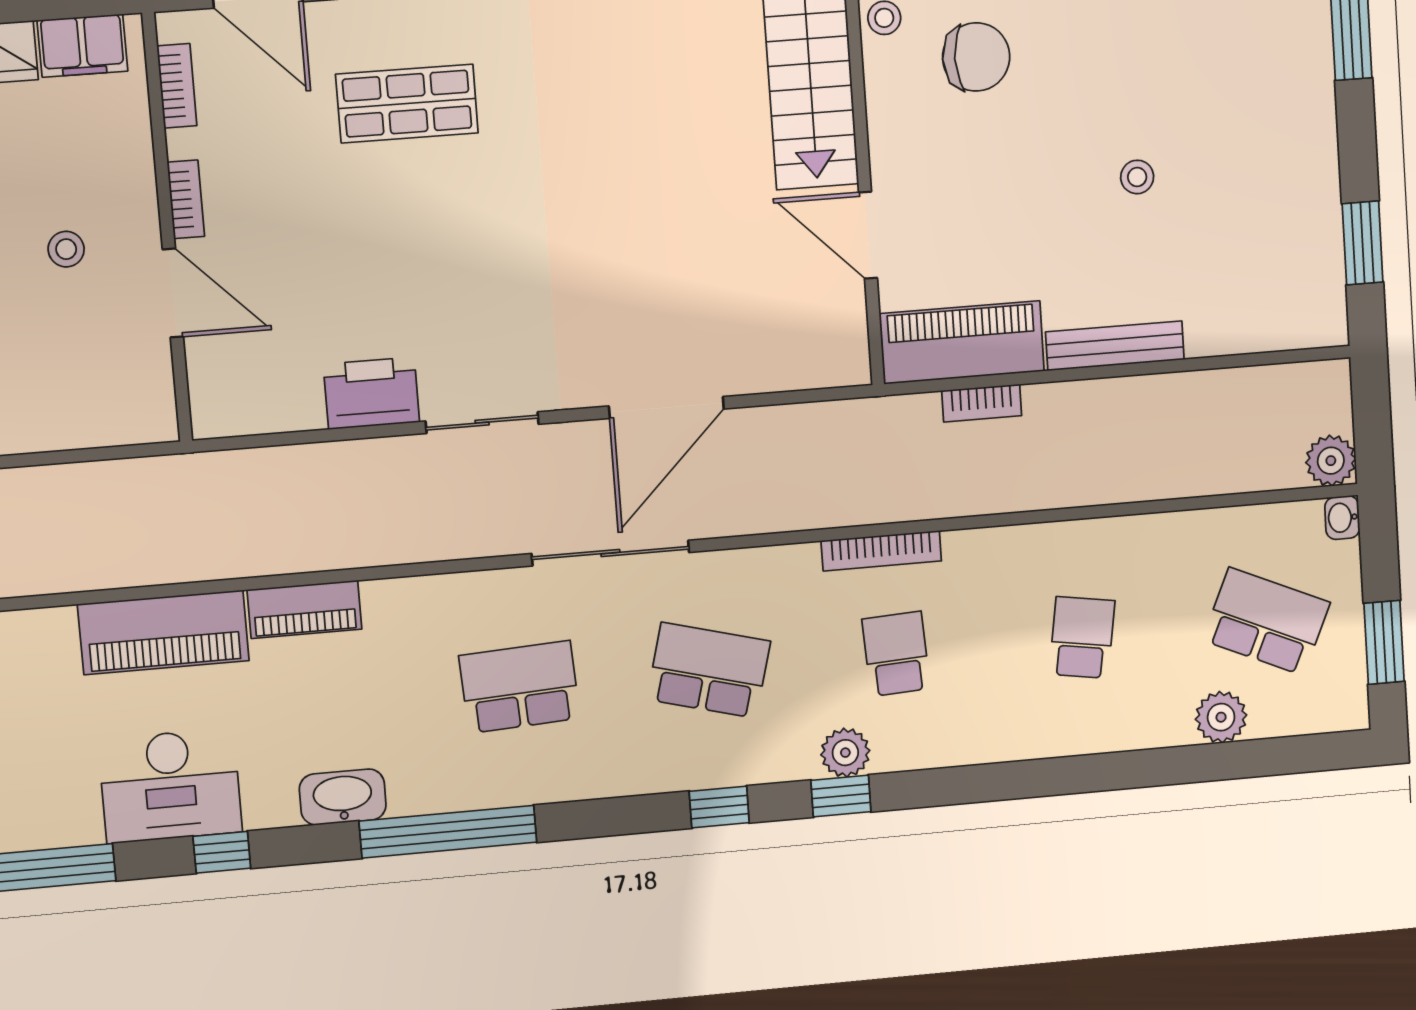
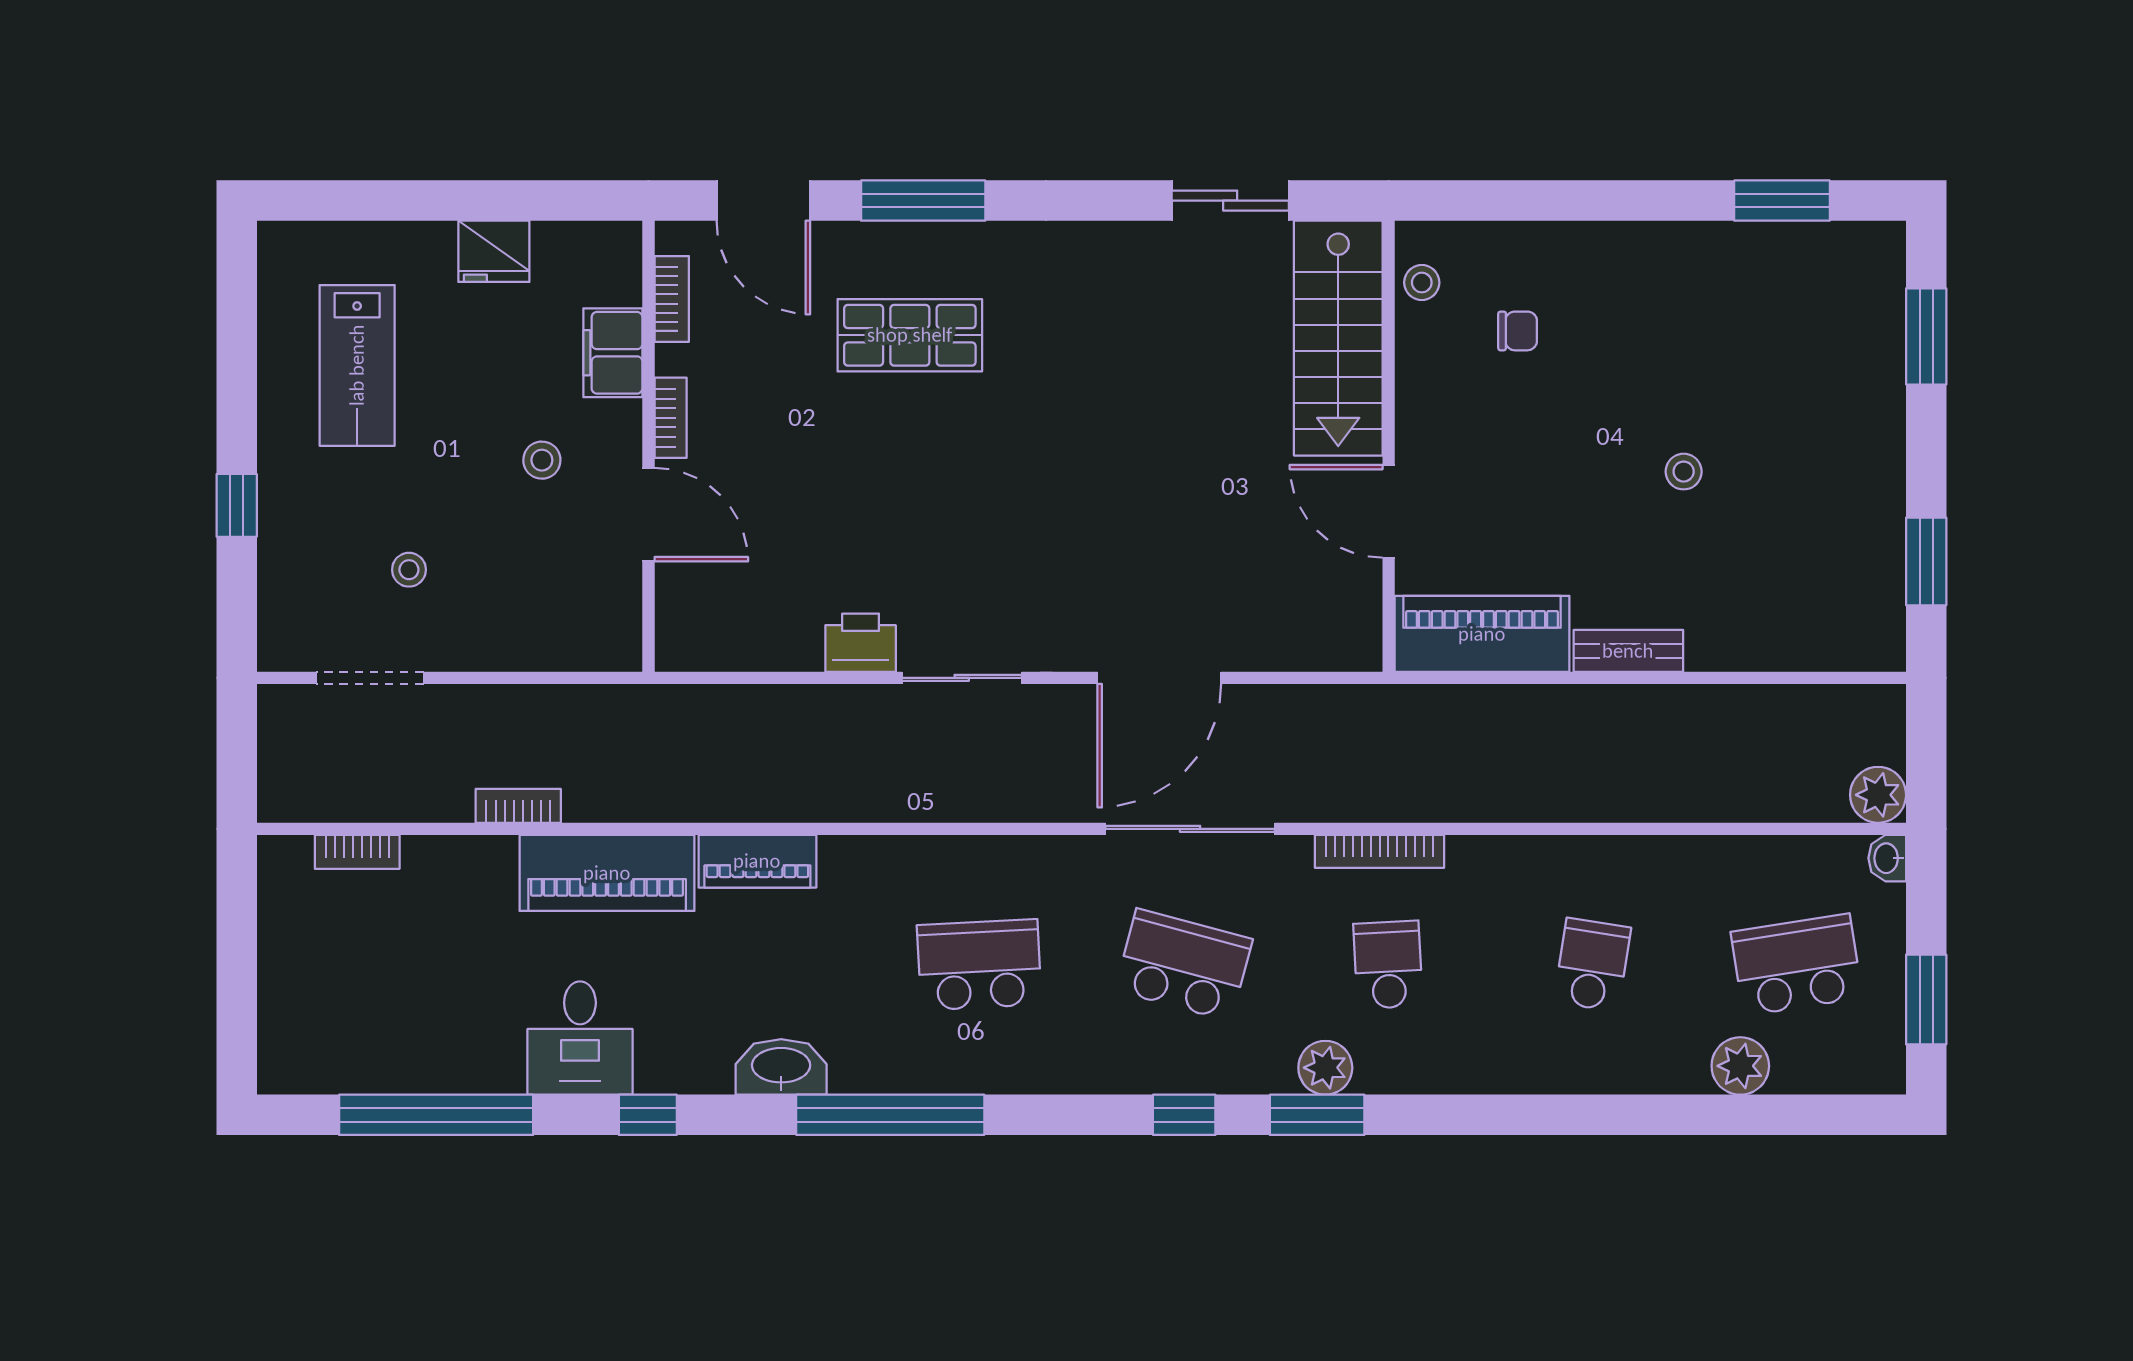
filing cabinet: (82, 46) -> (613, 353), moved, turned 90
chair: (976, 57) -> (1518, 331), width x0.54, depth x0.54
bench: (1115, 346) -> (1628, 651), width x0.73
printer: (371, 393) -> (861, 643), width x0.73, depth x0.84
bookcase: (982, 403) -> (518, 806), moved, turned 180
sliding door: (610, 553) -> (1190, 829), moved
school desk: (1266, 621) -> (1797, 965), turned -33
desk: (170, 786) -> (580, 1038), width x0.73
window: (841, 796) -> (1317, 1115), width x1.50

